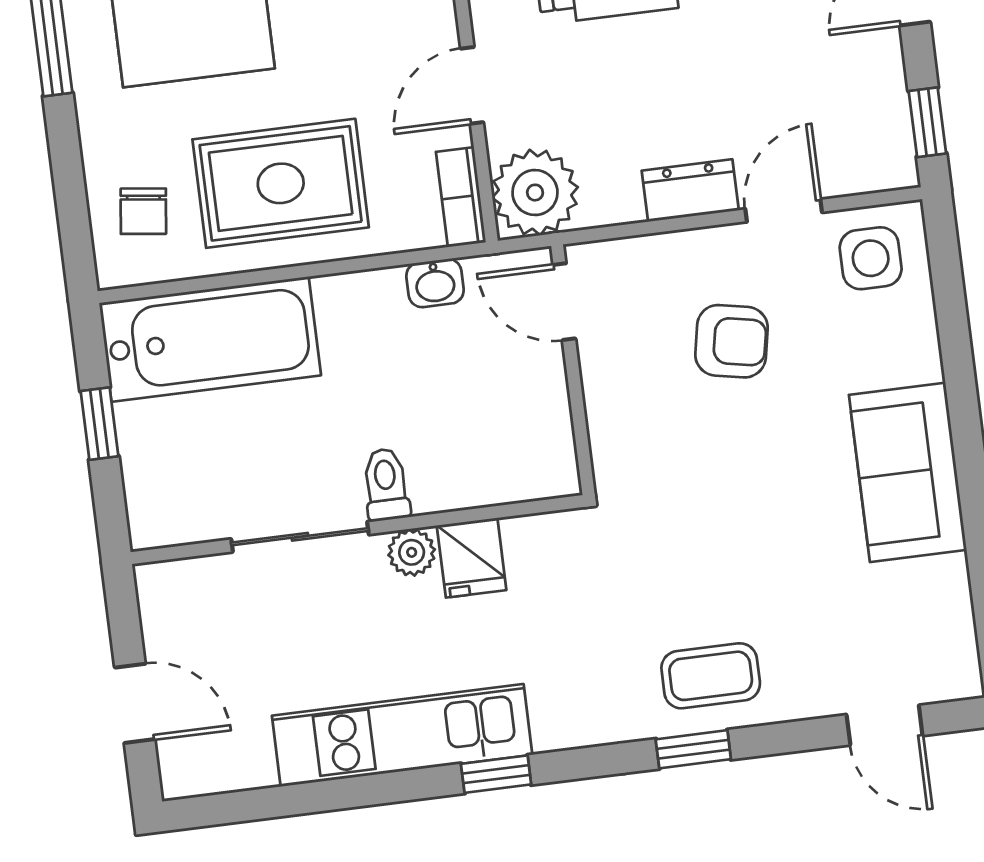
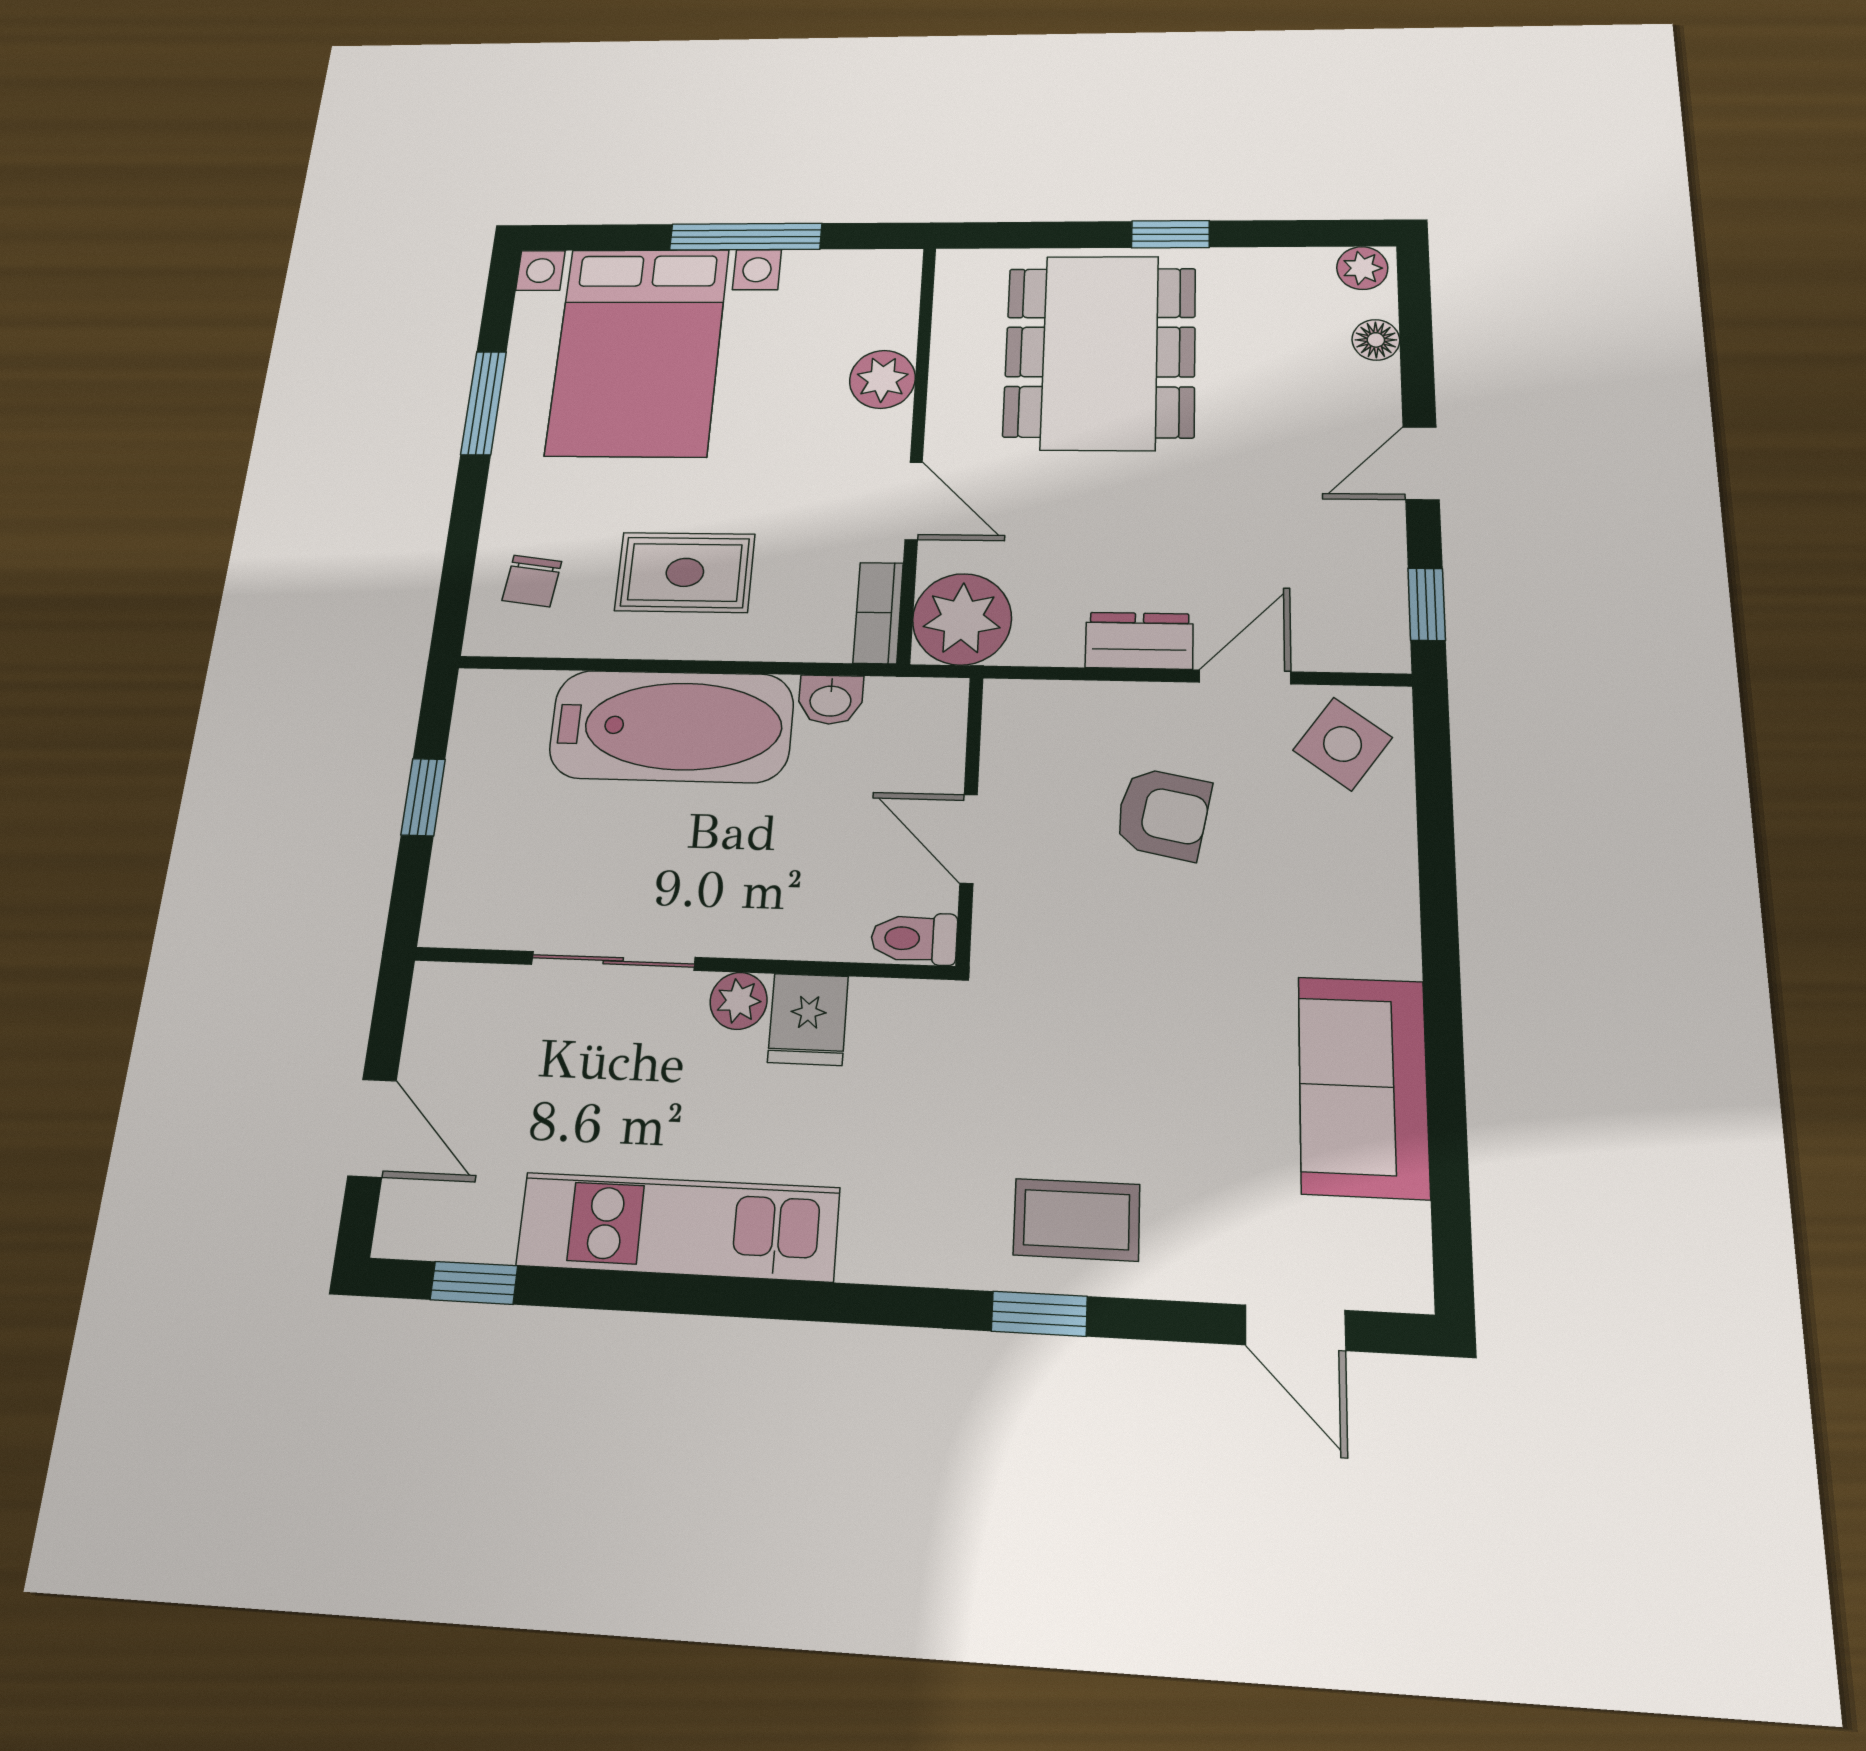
door: (472, 85) -> (914, 501), swing flipped
rug: (281, 183) -> (685, 572), width x0.73, depth x0.70
side table: (871, 258) -> (1343, 744), turned 36
door: (564, 302) -> (969, 839), moved
bathtub: (210, 339) -> (671, 726), moved
sofa: (908, 472) -> (1363, 1086), moved
toilet: (386, 485) -> (914, 939), moved, turned -90
window: (496, 774) -> (474, 1283), moved

